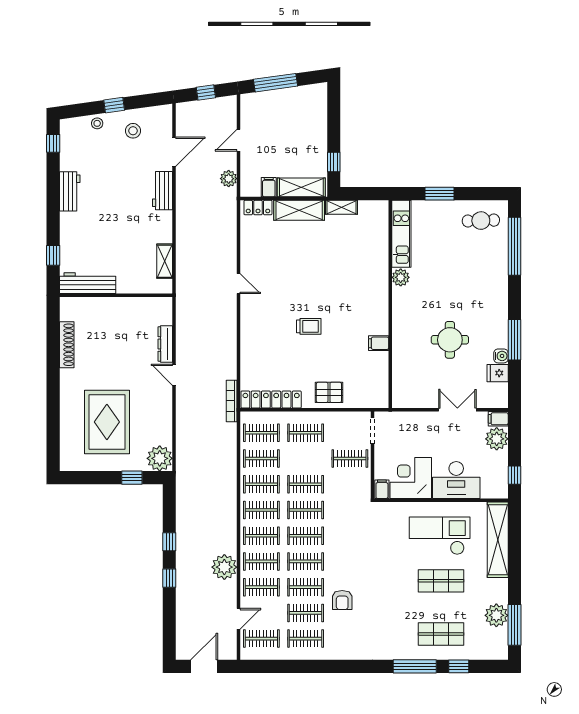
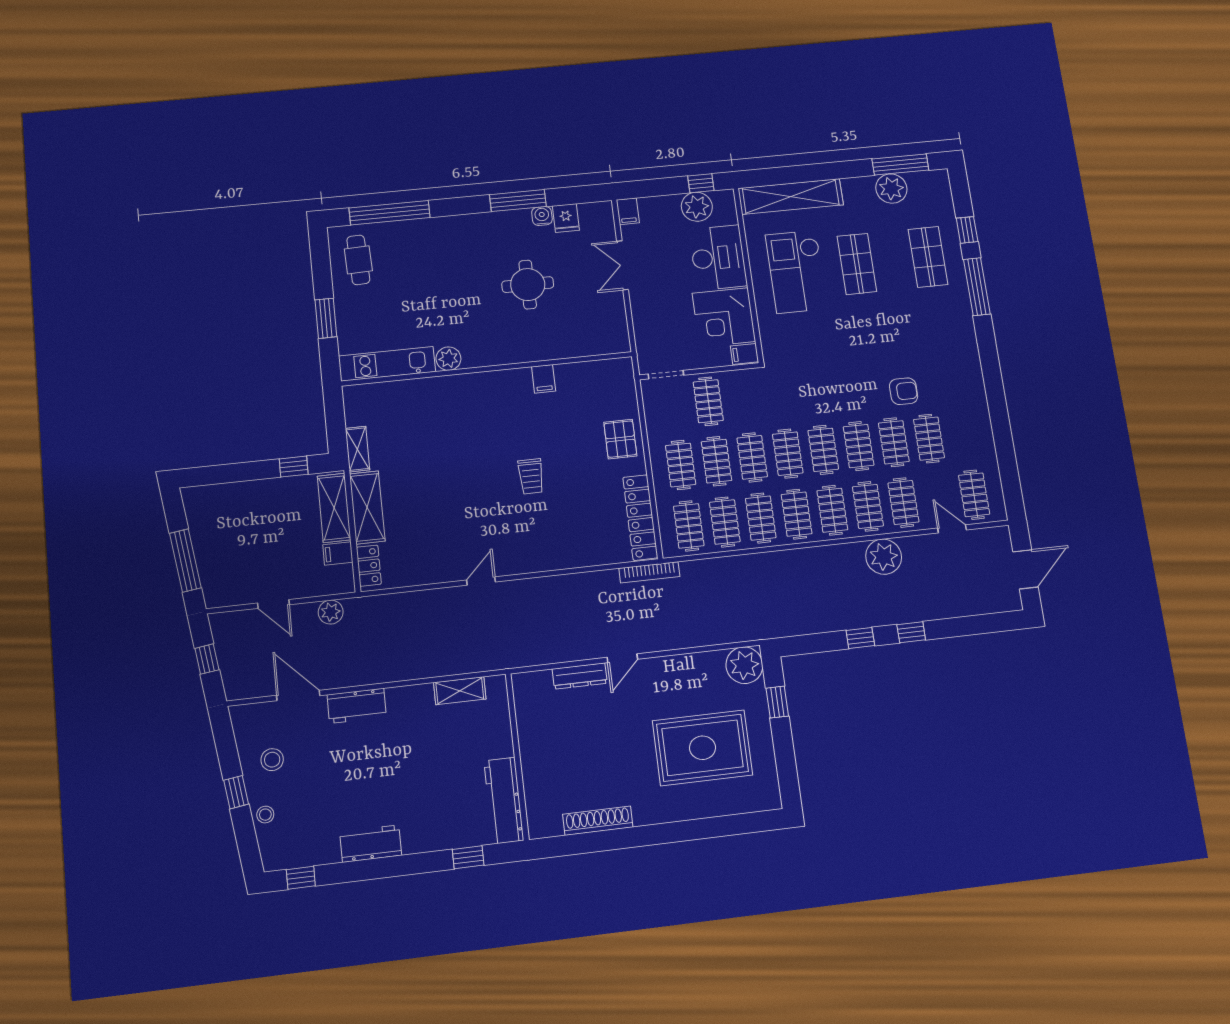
trolley: (309, 326) -> (531, 476), turned 180
plant: (497, 439) -> (697, 207), moved
clothes rail: (306, 639) -> (716, 461), moved
door: (204, 666) -> (1026, 569), swing flipped

